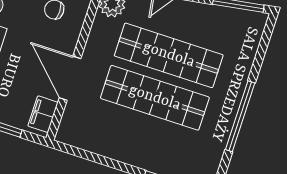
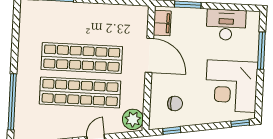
window: (240, 116) -> (12, 102), moved

